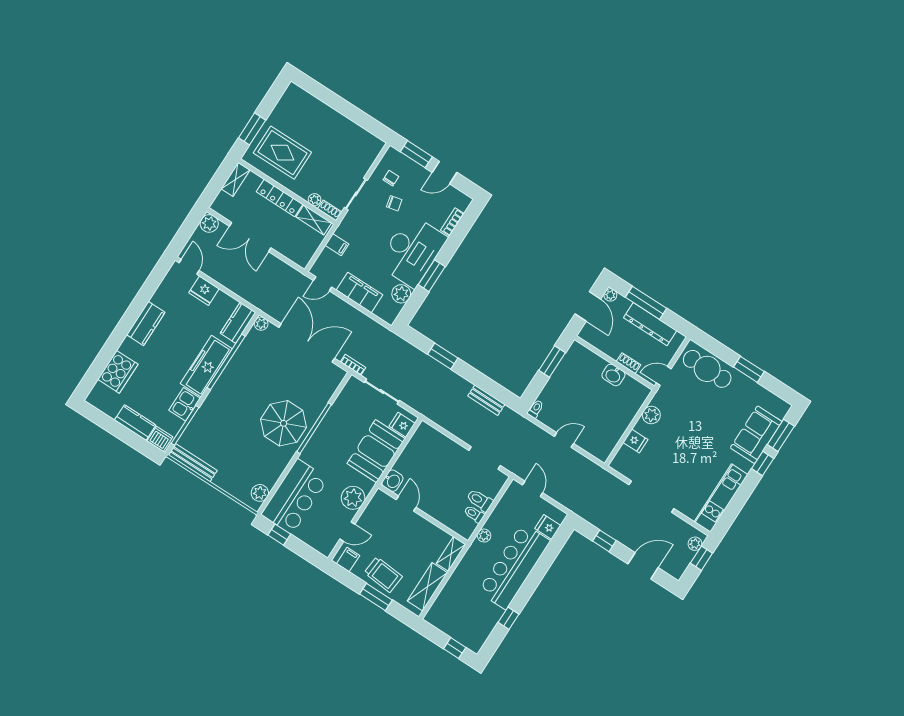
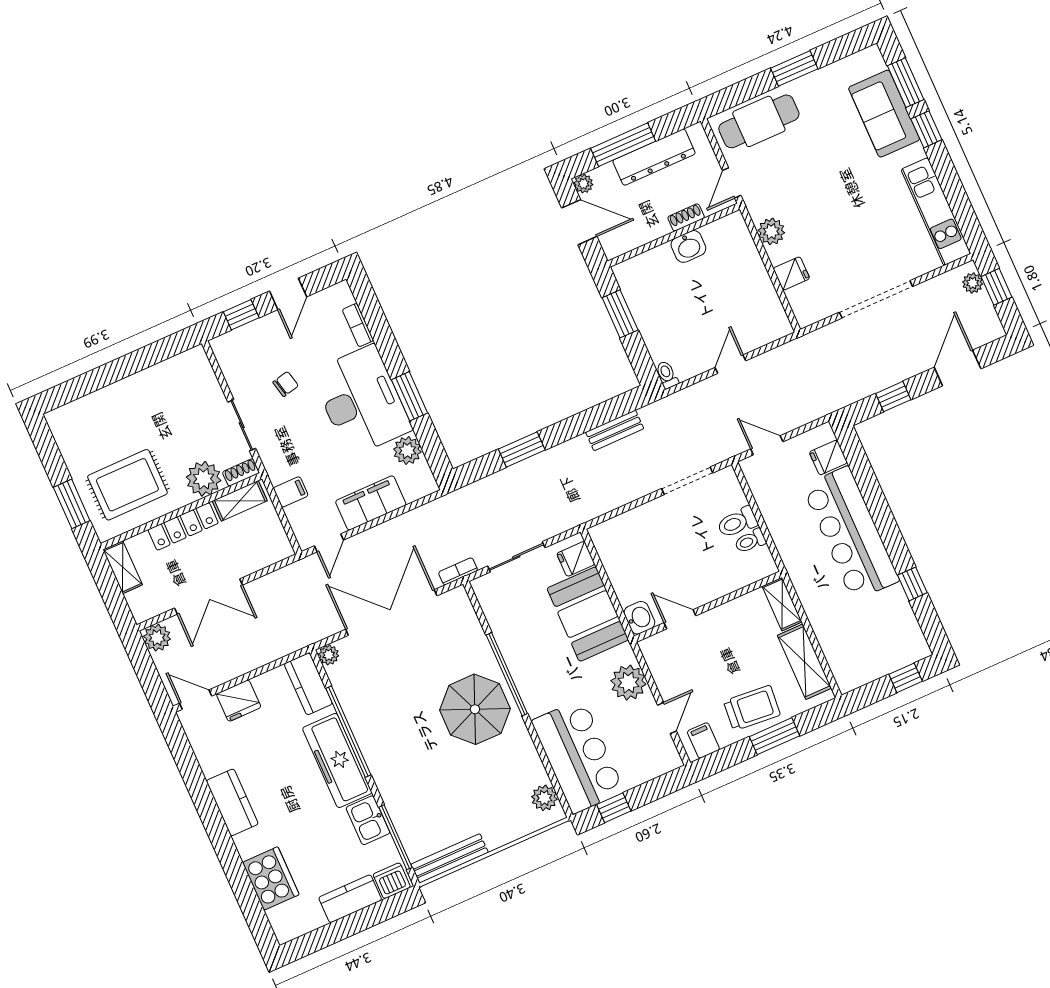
window: (416, 154) -> (241, 315), width x0.67
chair: (391, 178) -> (251, 367), removed
plant: (315, 200) -> (204, 479), width x1.88, depth x1.88
plant: (484, 536) -> (786, 546), removed

